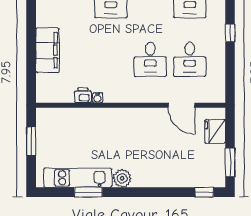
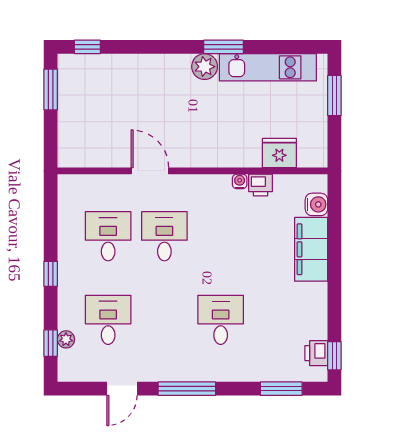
water cooler: (44, 82) -> (316, 204), added
door: (181, 105) -> (150, 171), moved
fridge: (215, 131) -> (279, 153), moved, turned -90
window: (31, 141) -> (334, 96), moved
window: (88, 192) -> (224, 47), moved

